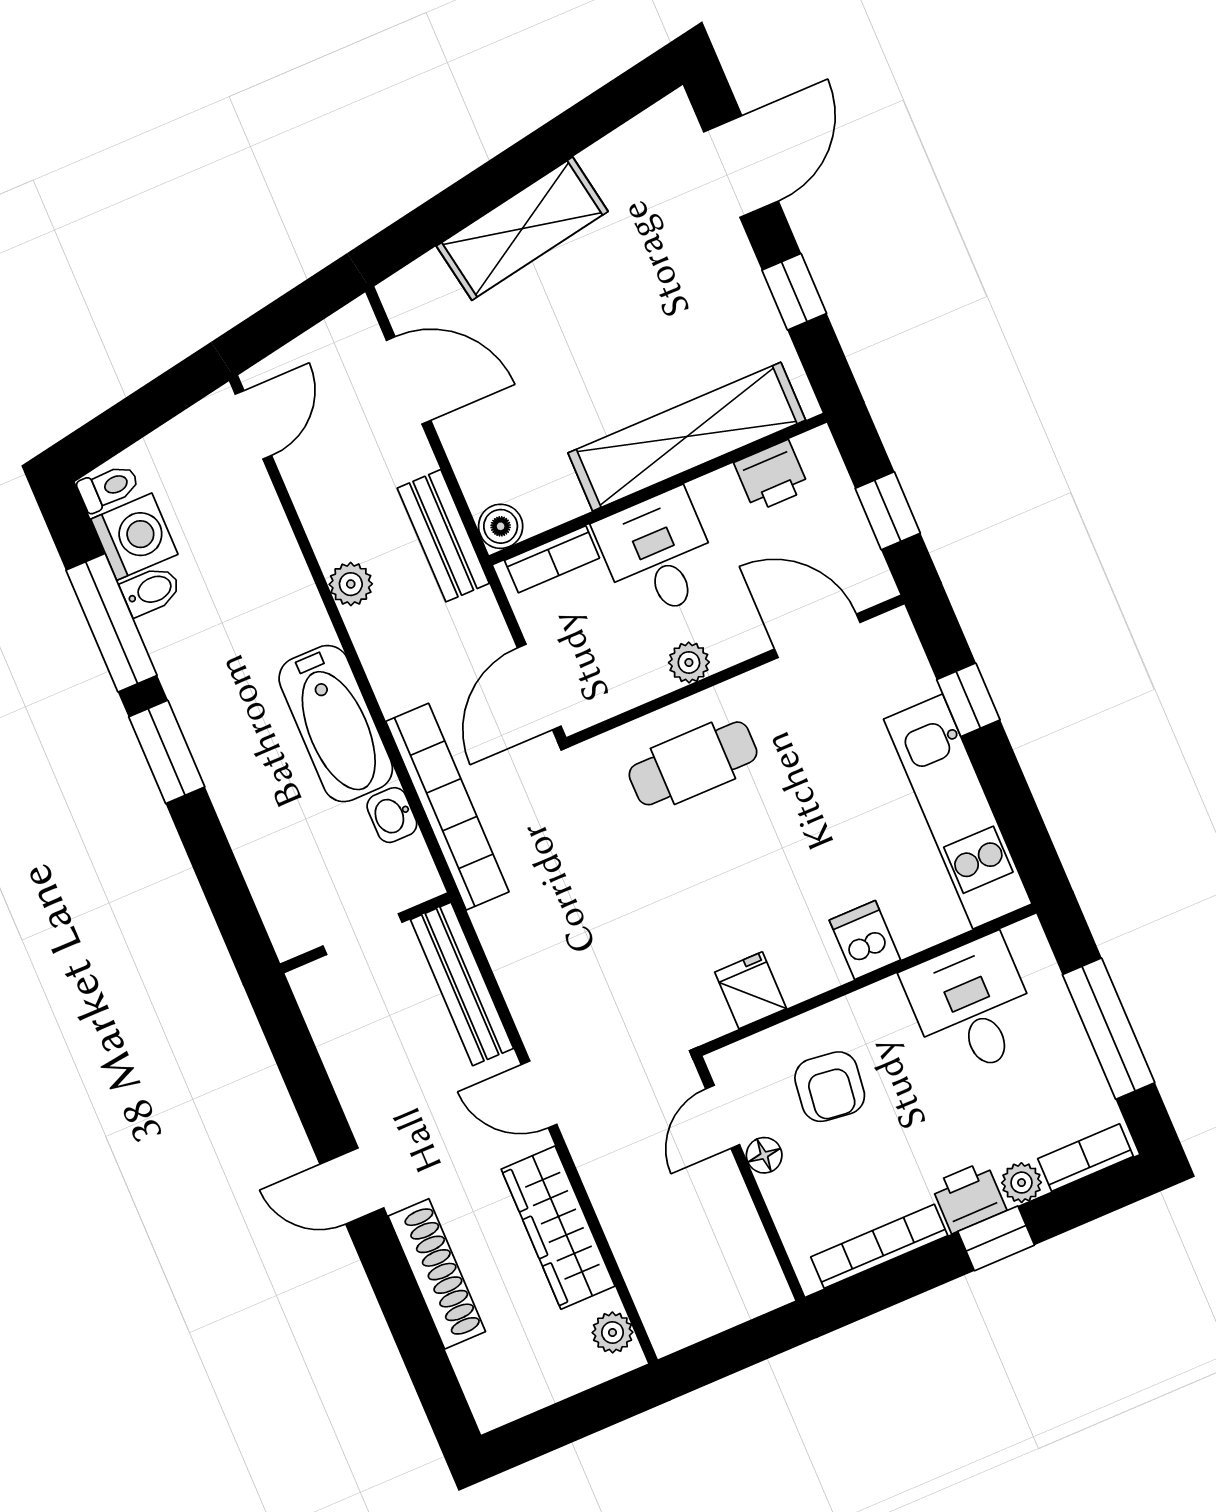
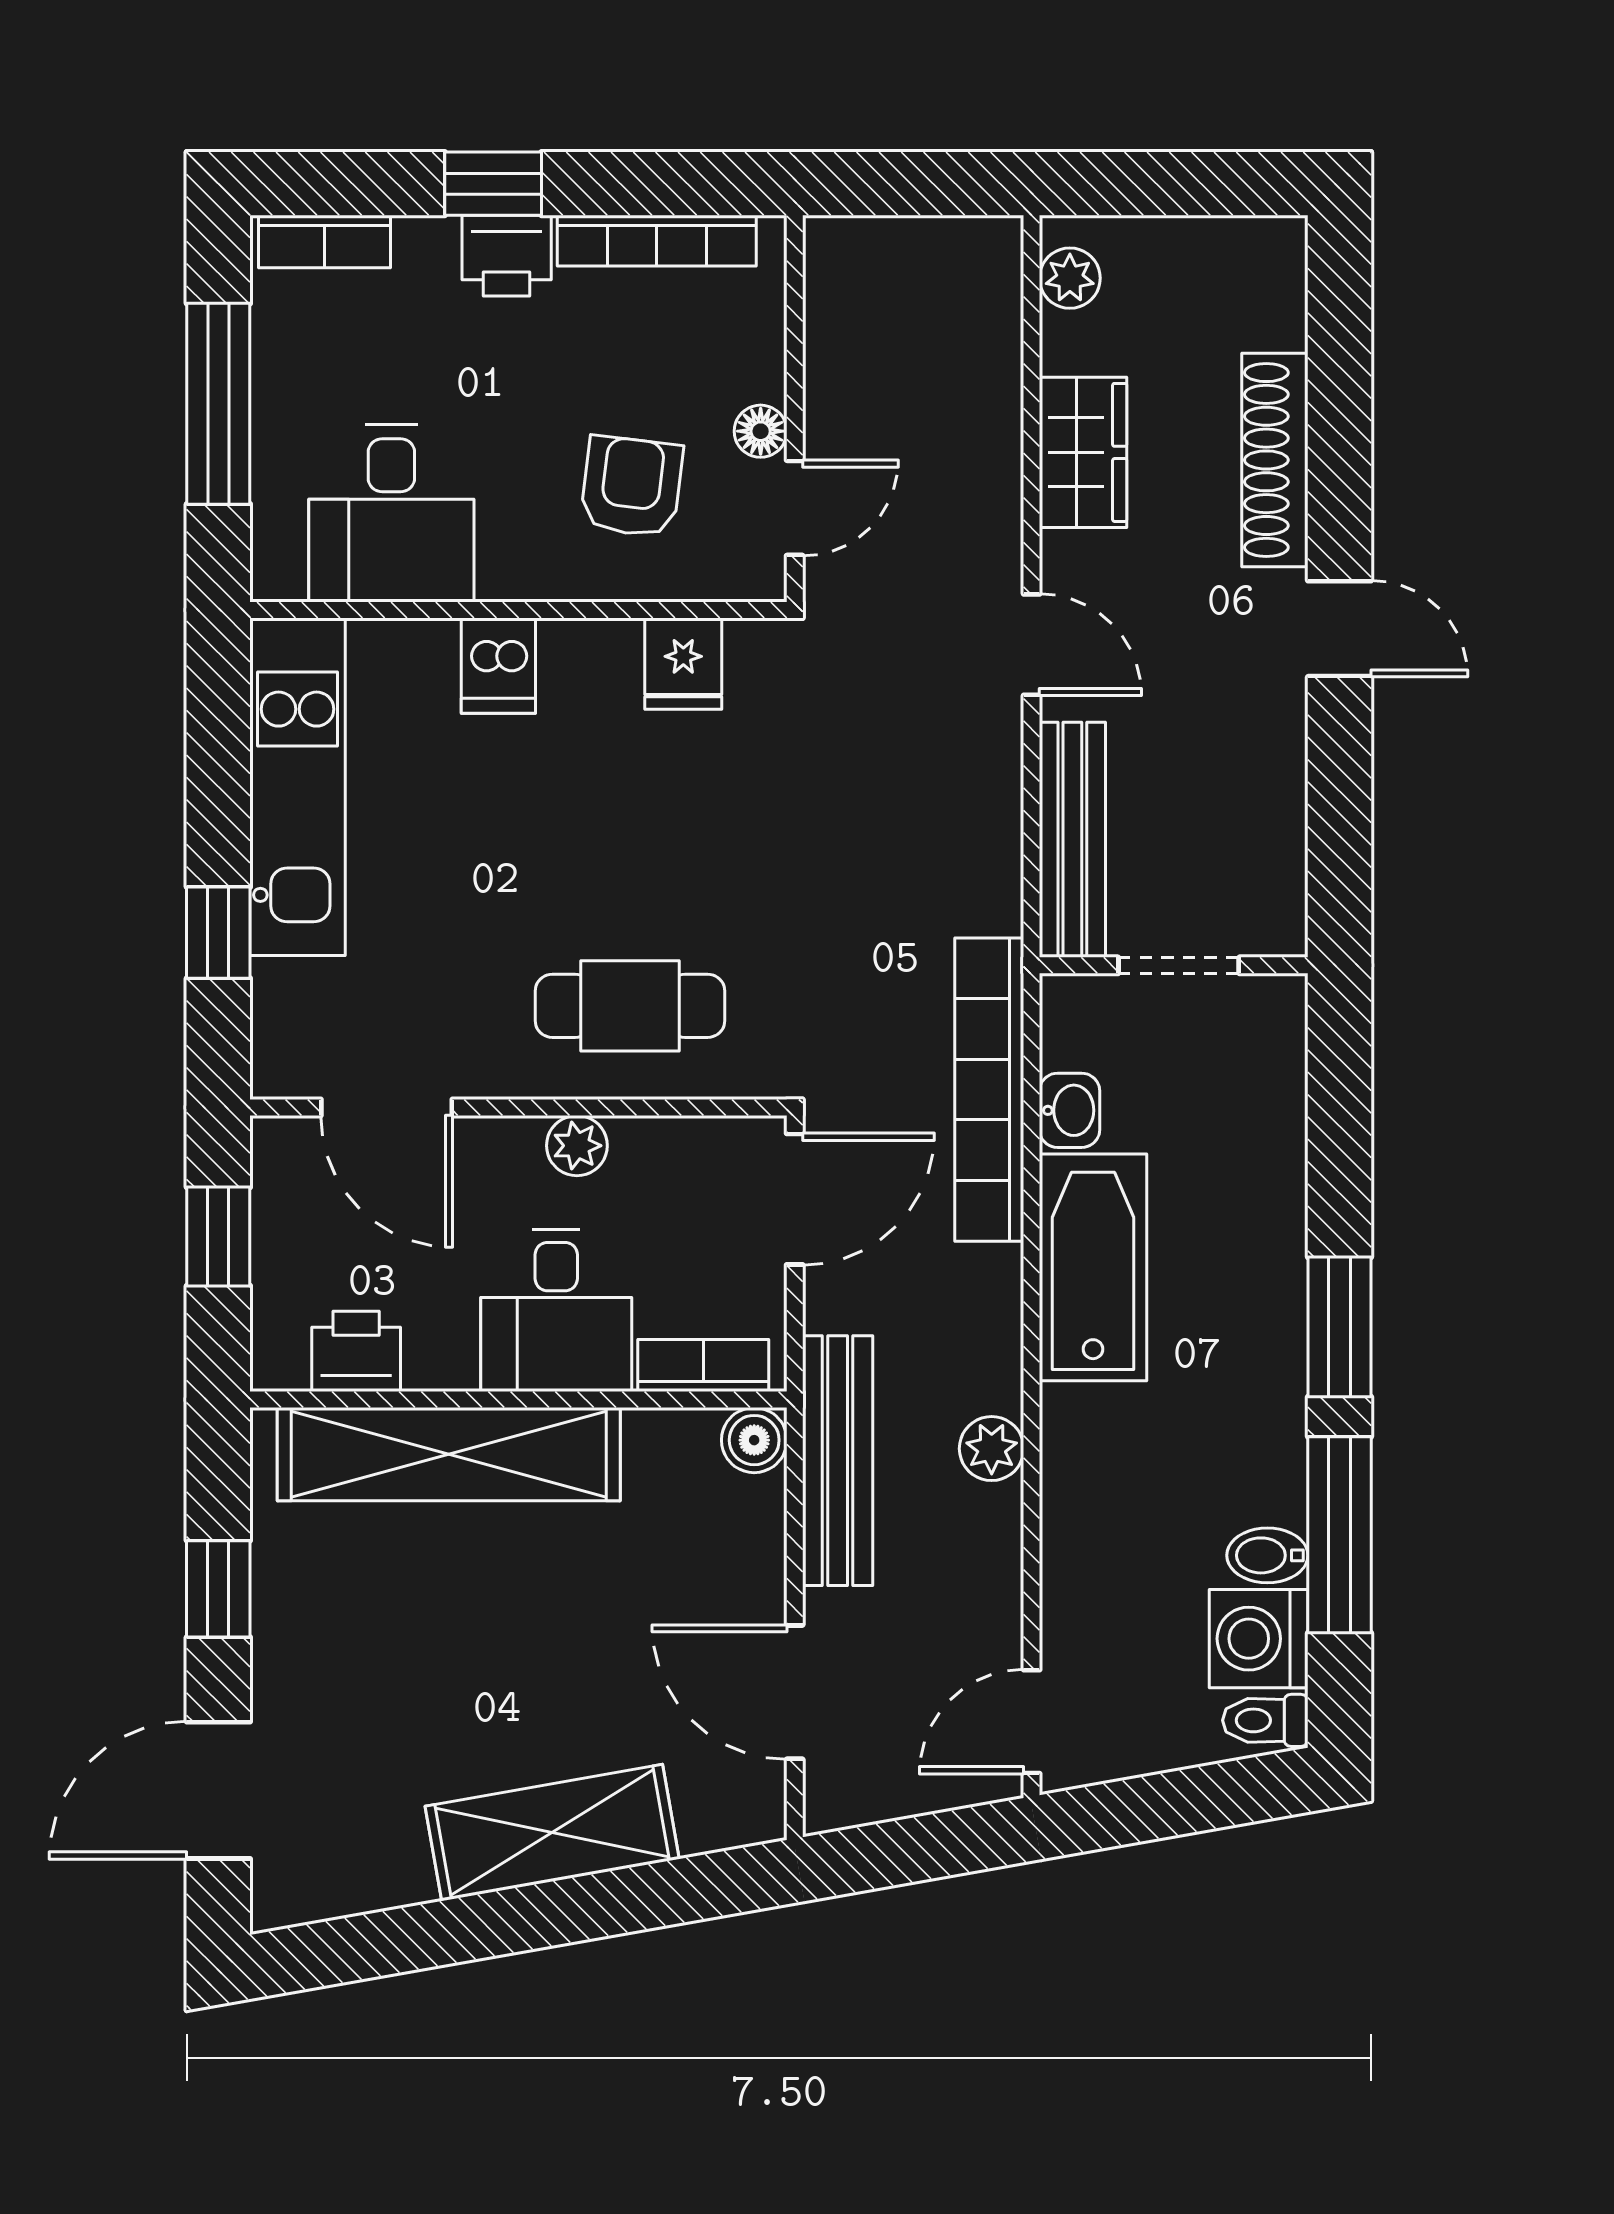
bench: (443, 536) -> (838, 1461), width x1.36
plant: (1021, 1183) -> (426, 245), removed
wardrobe: (558, 1228) -> (1083, 452), width x0.67

